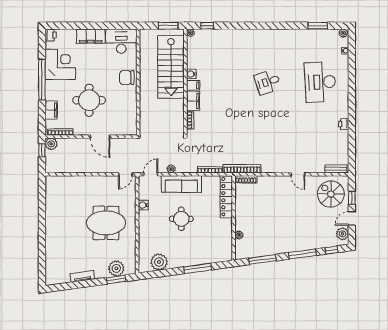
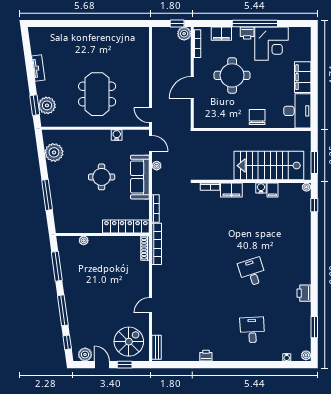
printer: (51, 35) -> (247, 33), moved
printer: (287, 35) -> (304, 293), added
desk: (320, 82) -> (252, 330), width x0.53, depth x0.77
filing cabinet: (193, 85) -> (272, 190), moved

